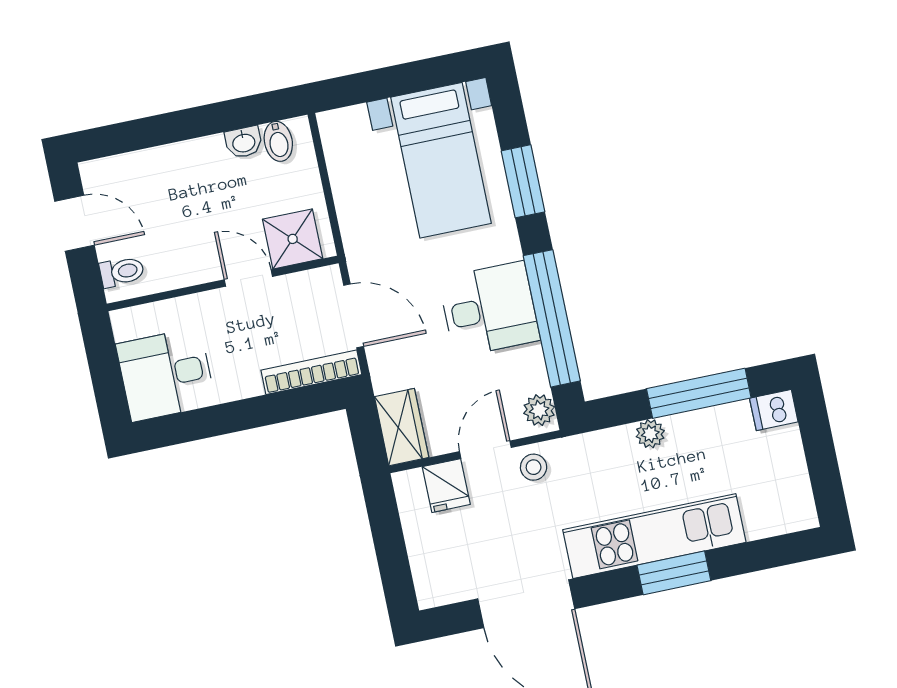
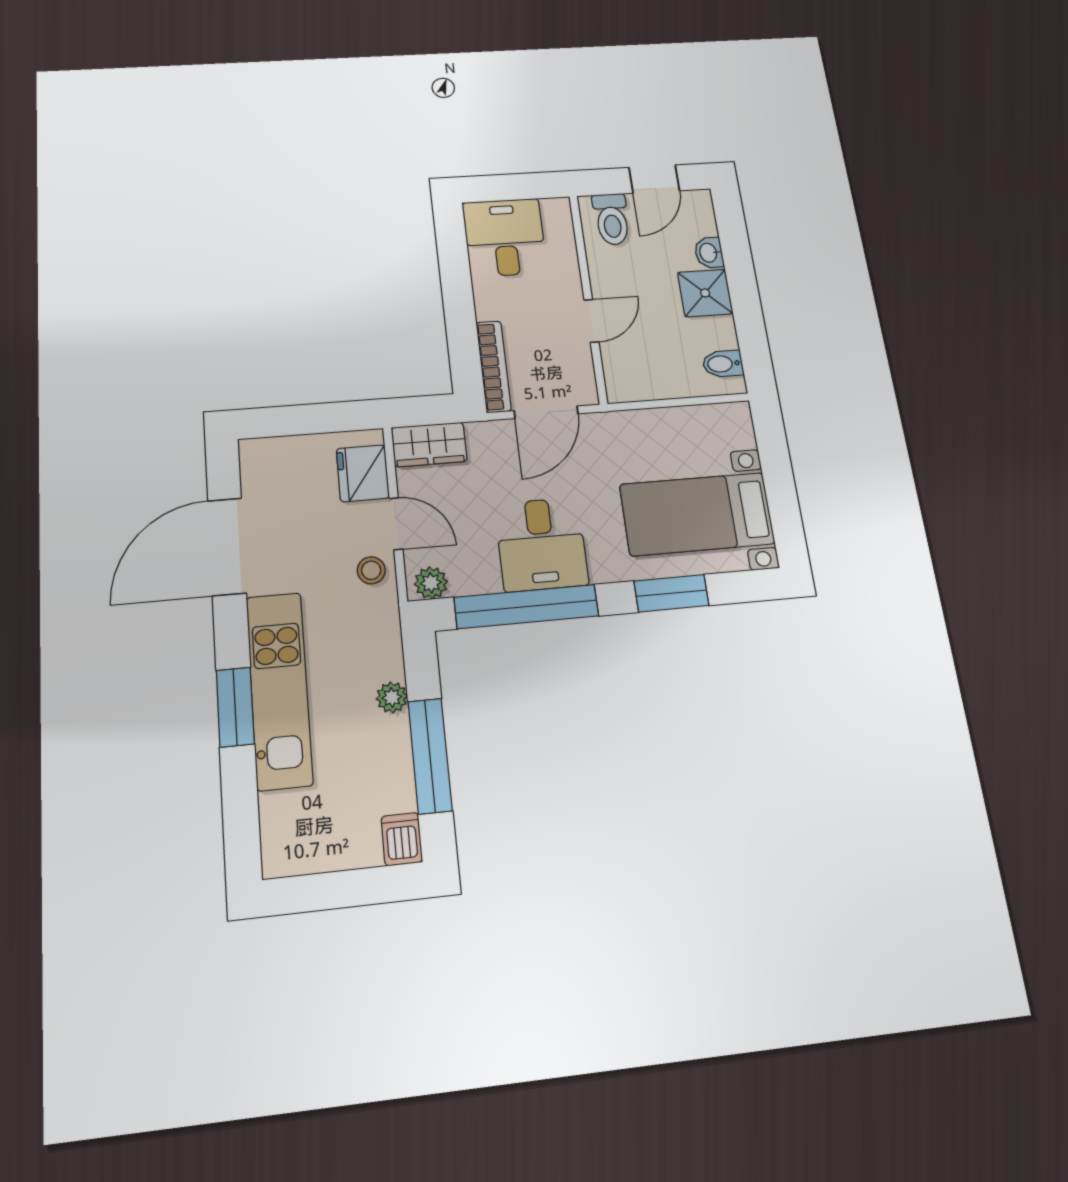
washbasin: (244, 142) -> (709, 253), moved
shower: (293, 239) -> (705, 293), moved
toilet: (122, 272) -> (612, 219), width x1.37, depth x1.39
fridge: (446, 486) -> (363, 473), width x1.38

